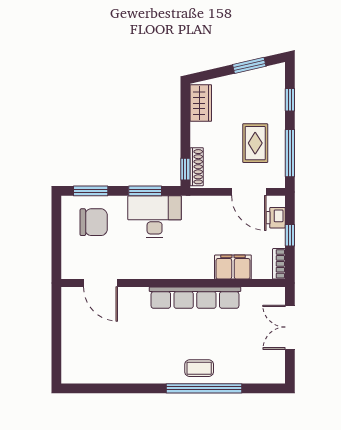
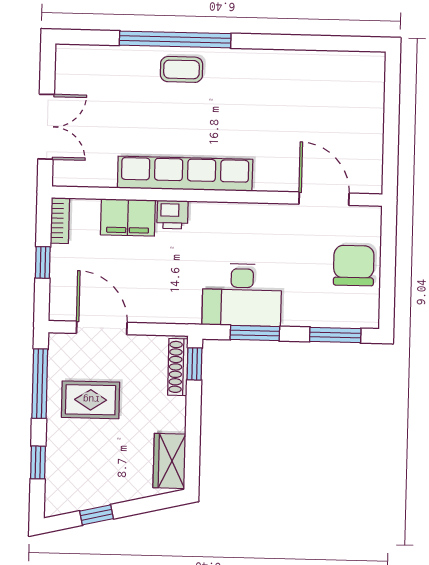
window: (249, 65) -> (97, 515), width x0.67
rug: (255, 143) -> (91, 400), turned 90
printer: (276, 218) -> (173, 215), moved, turned 90
chair: (94, 222) -> (354, 266), moved, turned 90

